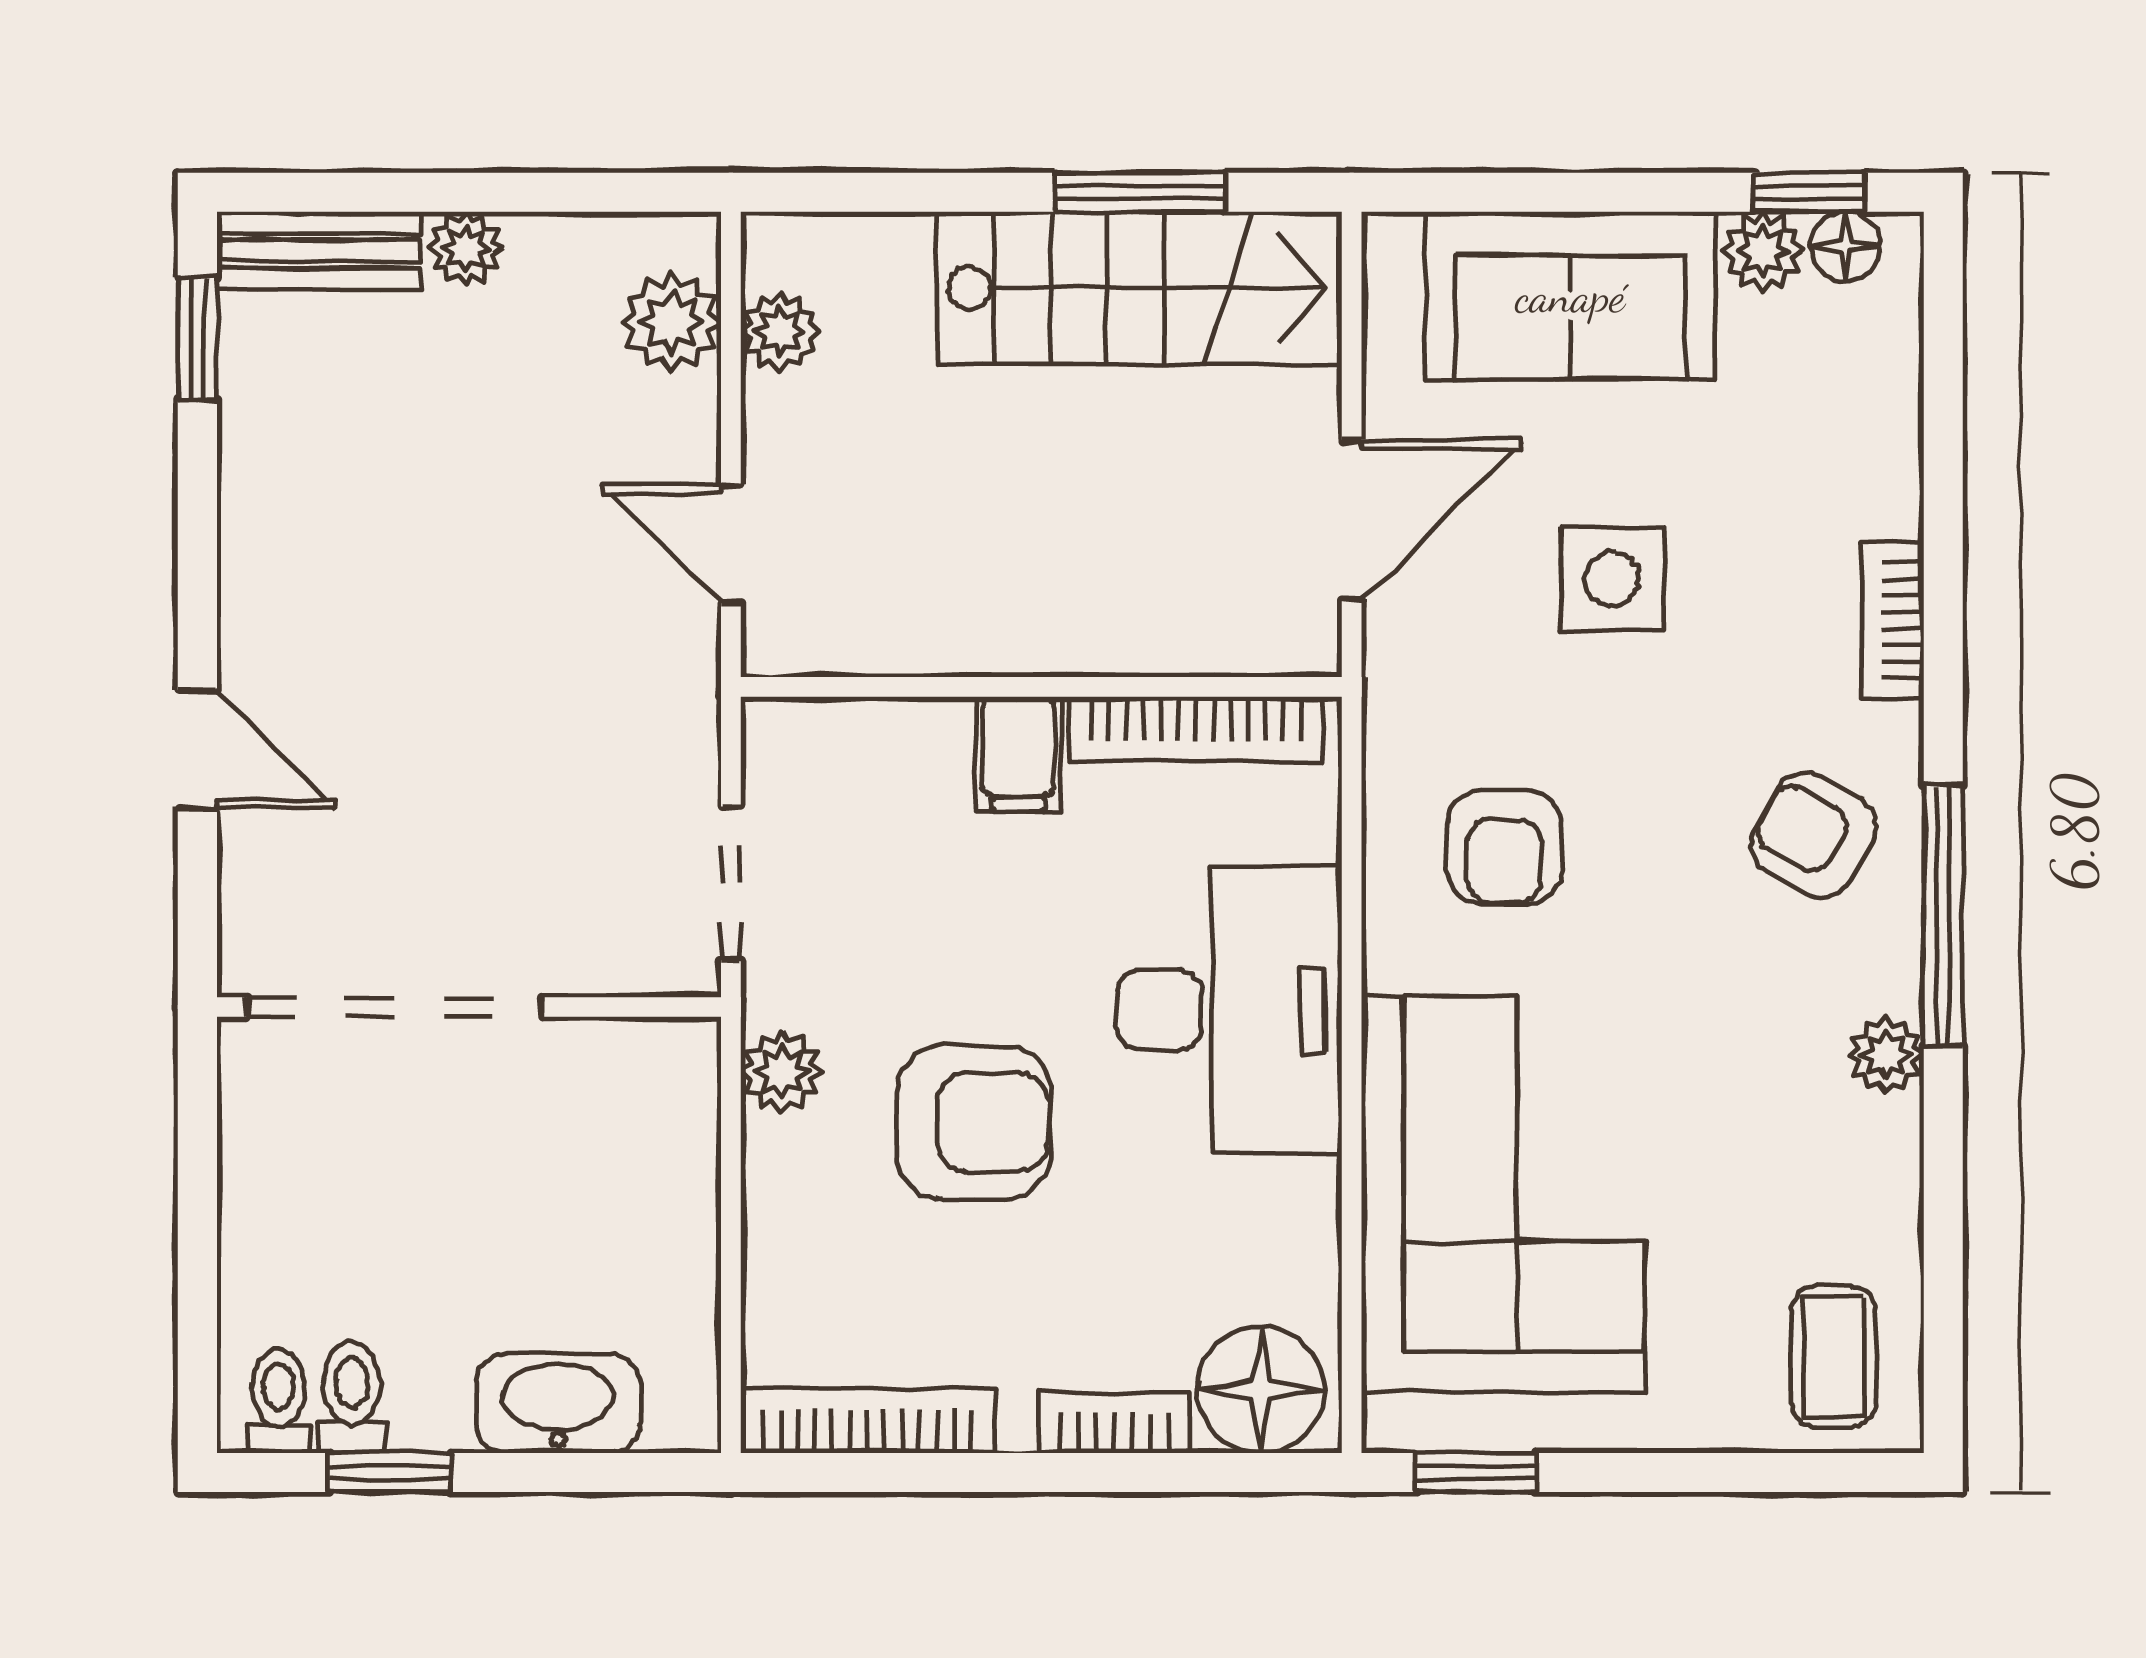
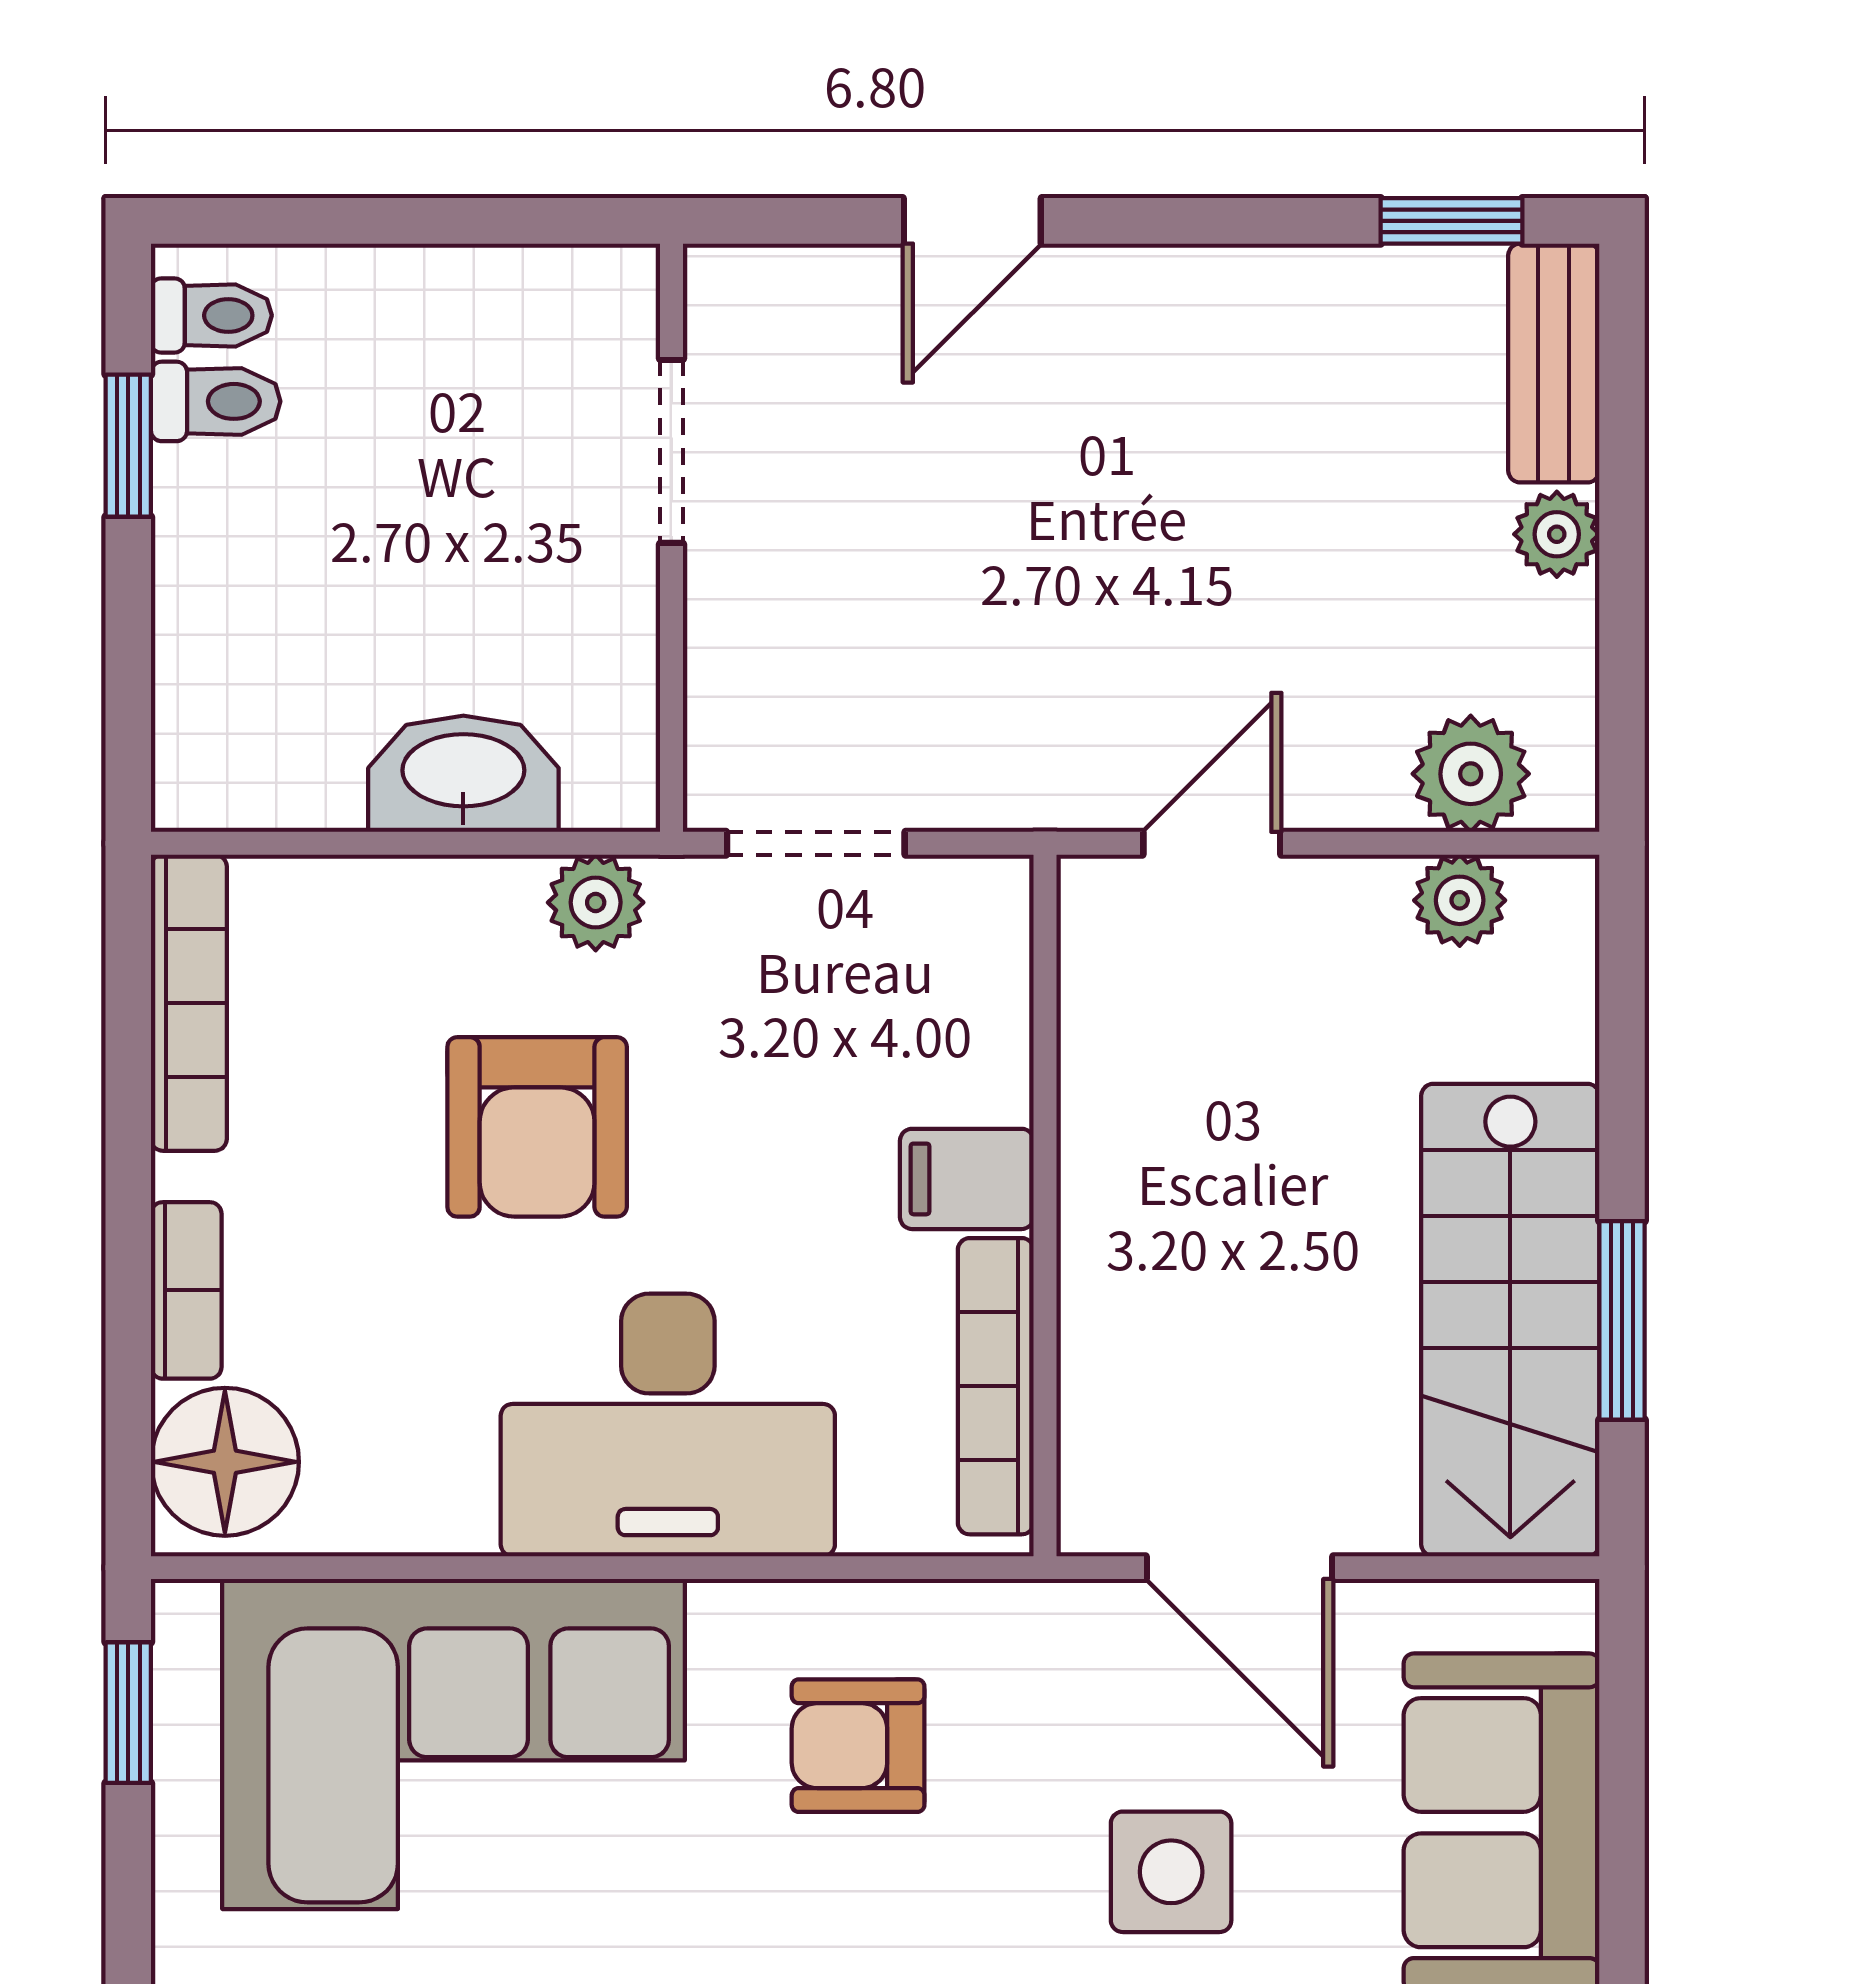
doorway: (395, 1007) -> (672, 451), width x0.53
washbasin: (558, 1403) -> (463, 774), moved, turned -90

